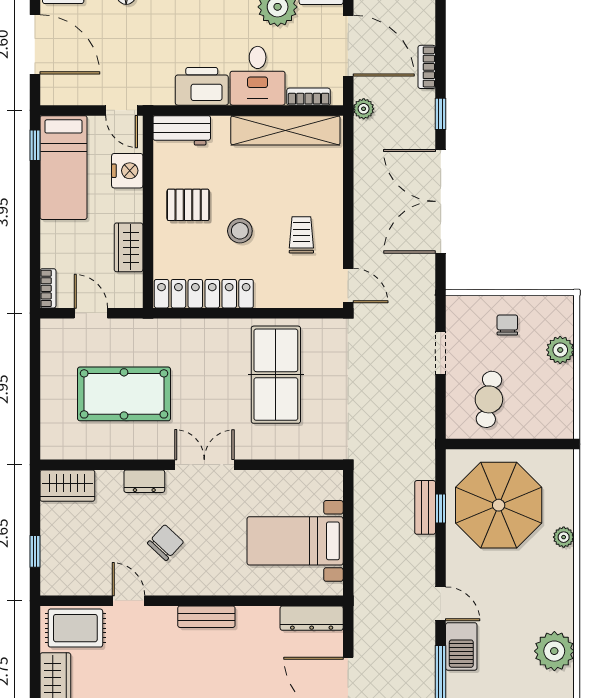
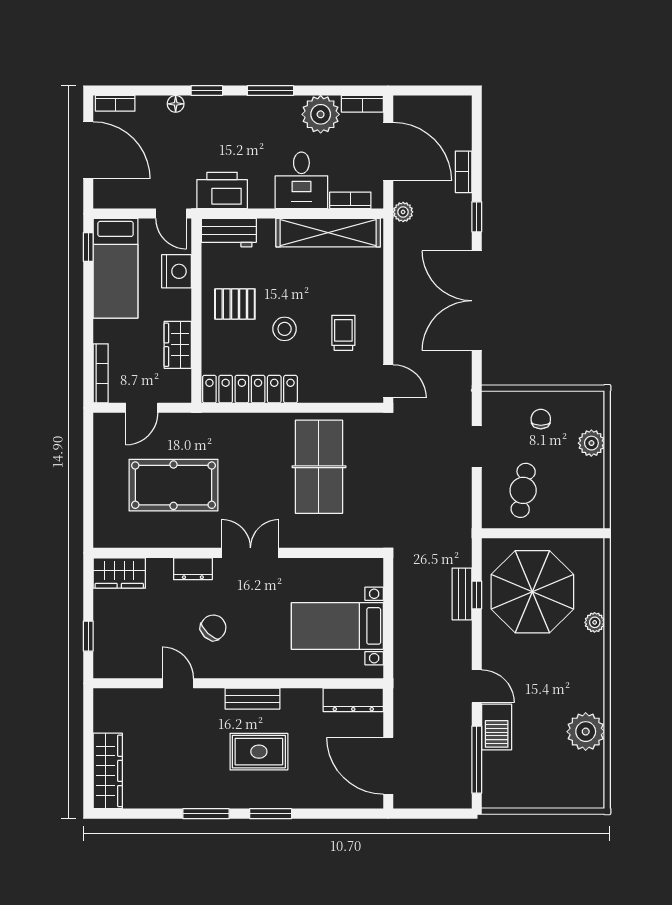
printer: (202, 86) -> (222, 190), moved
bookcase: (48, 288) -> (101, 373), width x1.56
door: (91, 313) -> (142, 408), swing flipped
rug: (75, 628) -> (259, 752), moved

